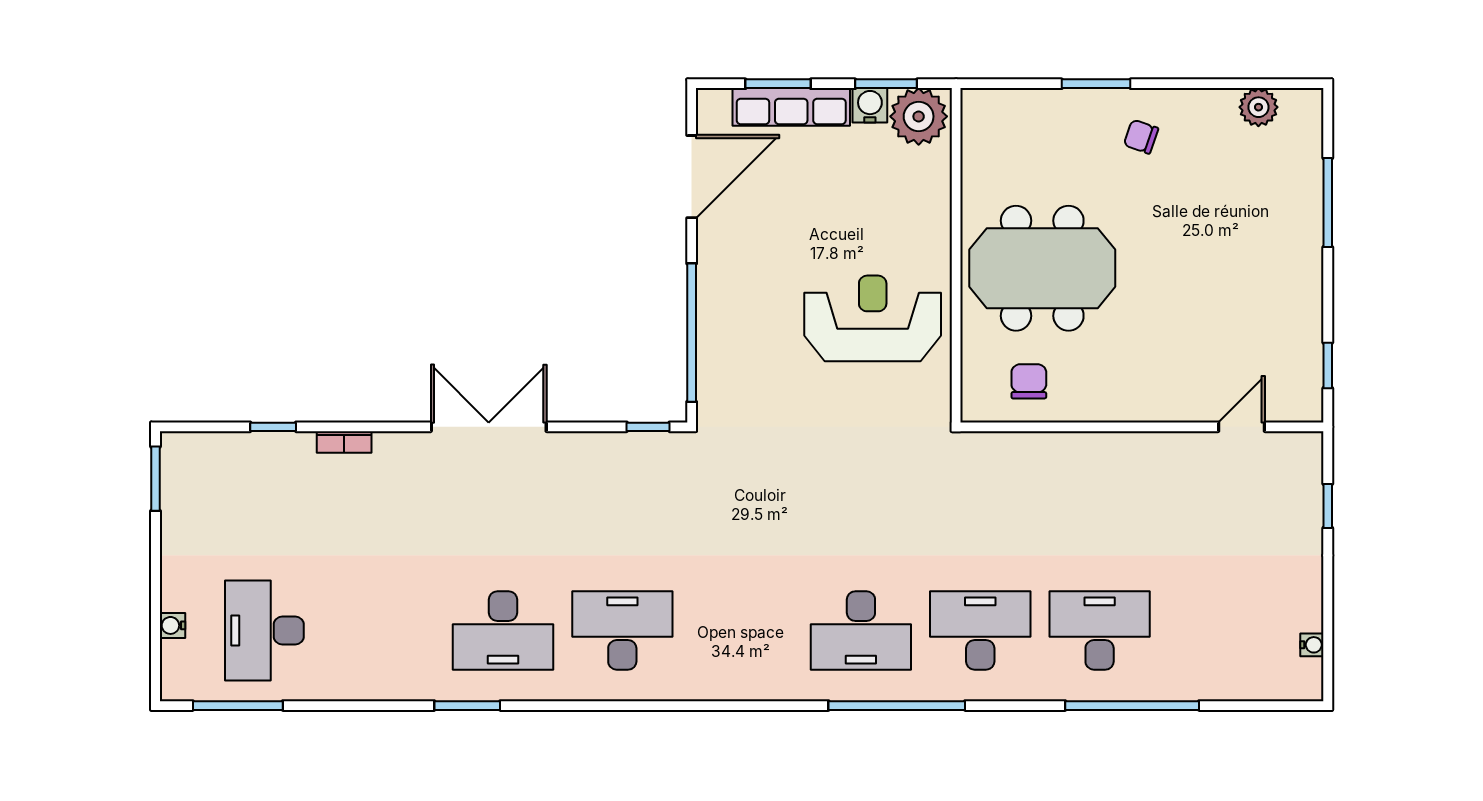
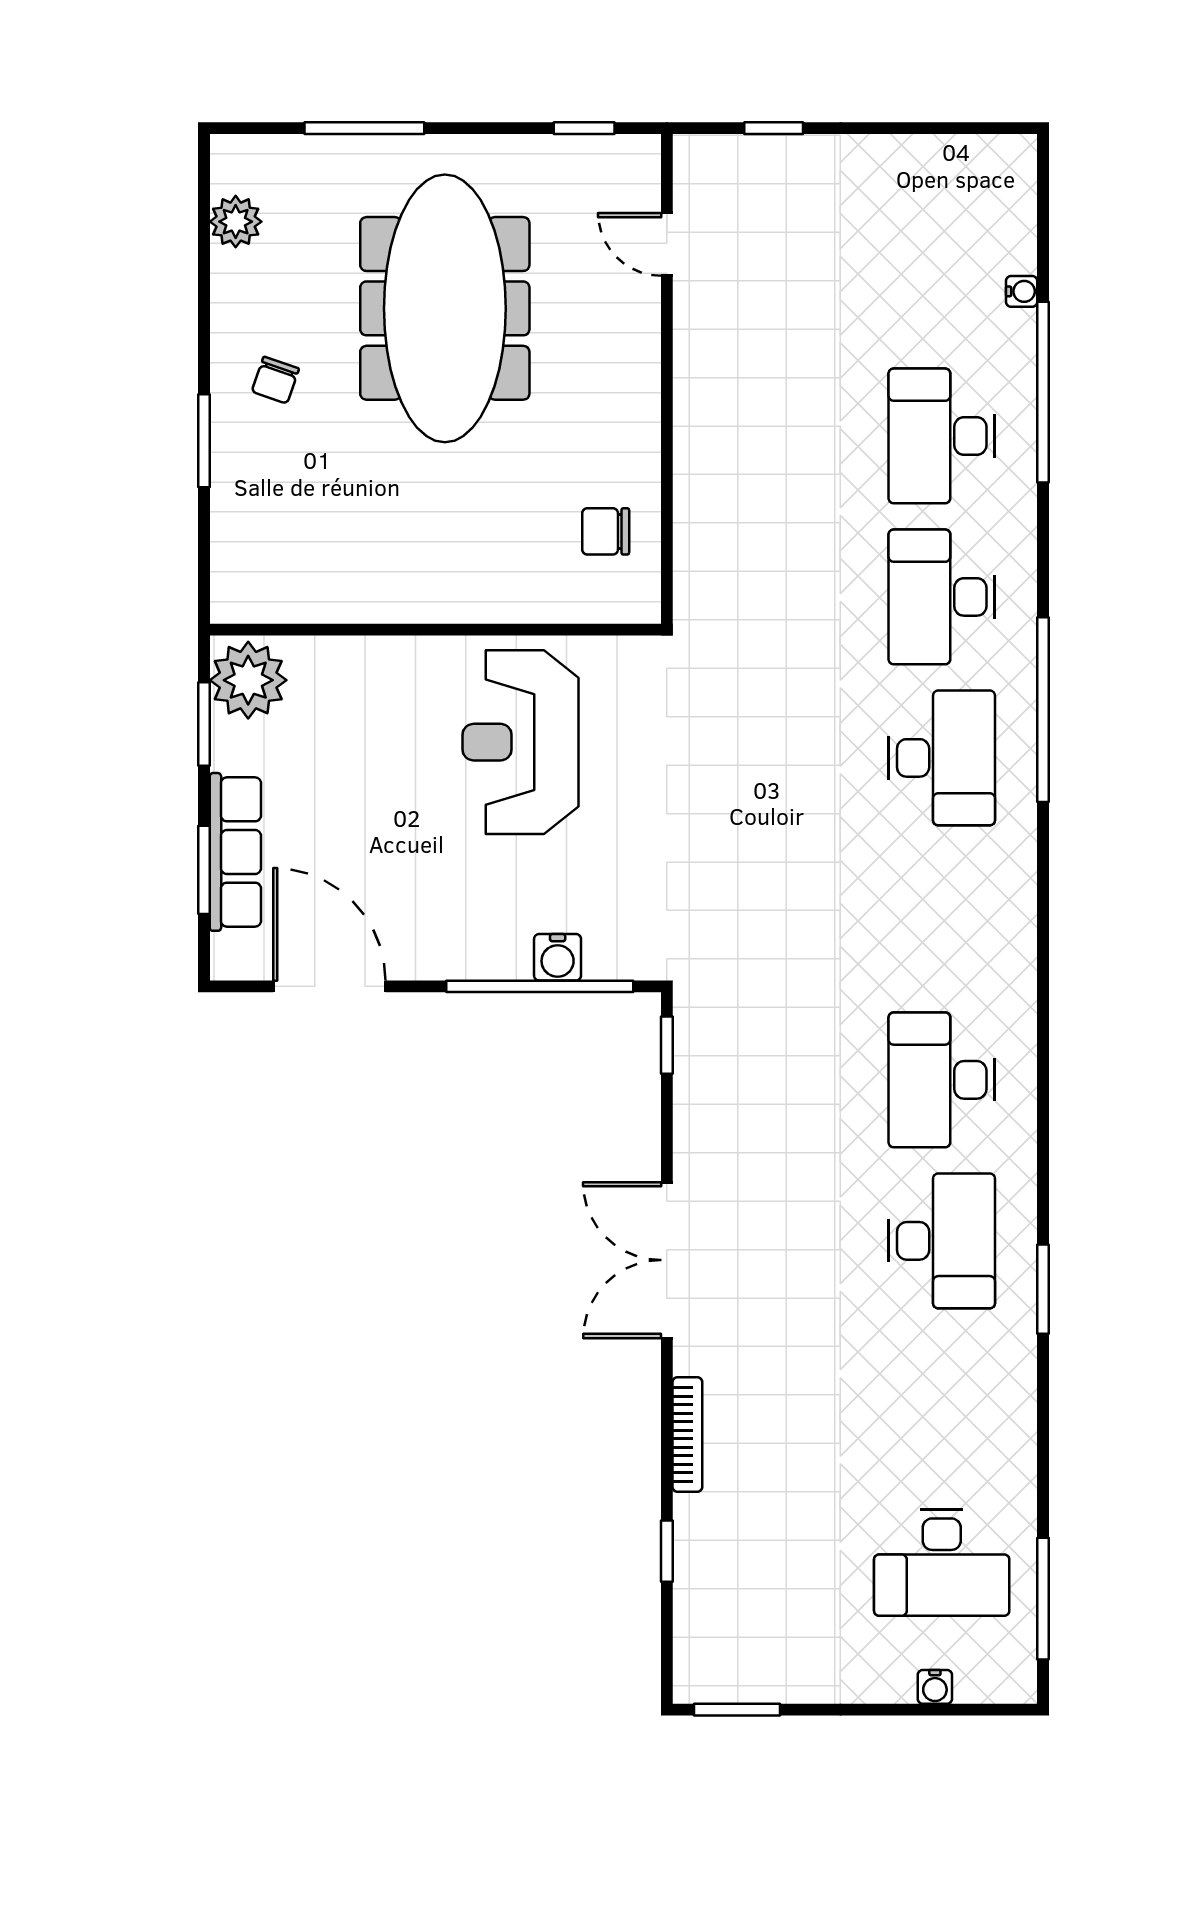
water cooler: (870, 105) -> (558, 957), moved, turned -90
meeting table: (1042, 268) -> (445, 308), moved, width x1.36
bookcase: (344, 442) -> (687, 1435), width x1.56
water cooler: (1312, 645) -> (1022, 291), moved, turned 90

